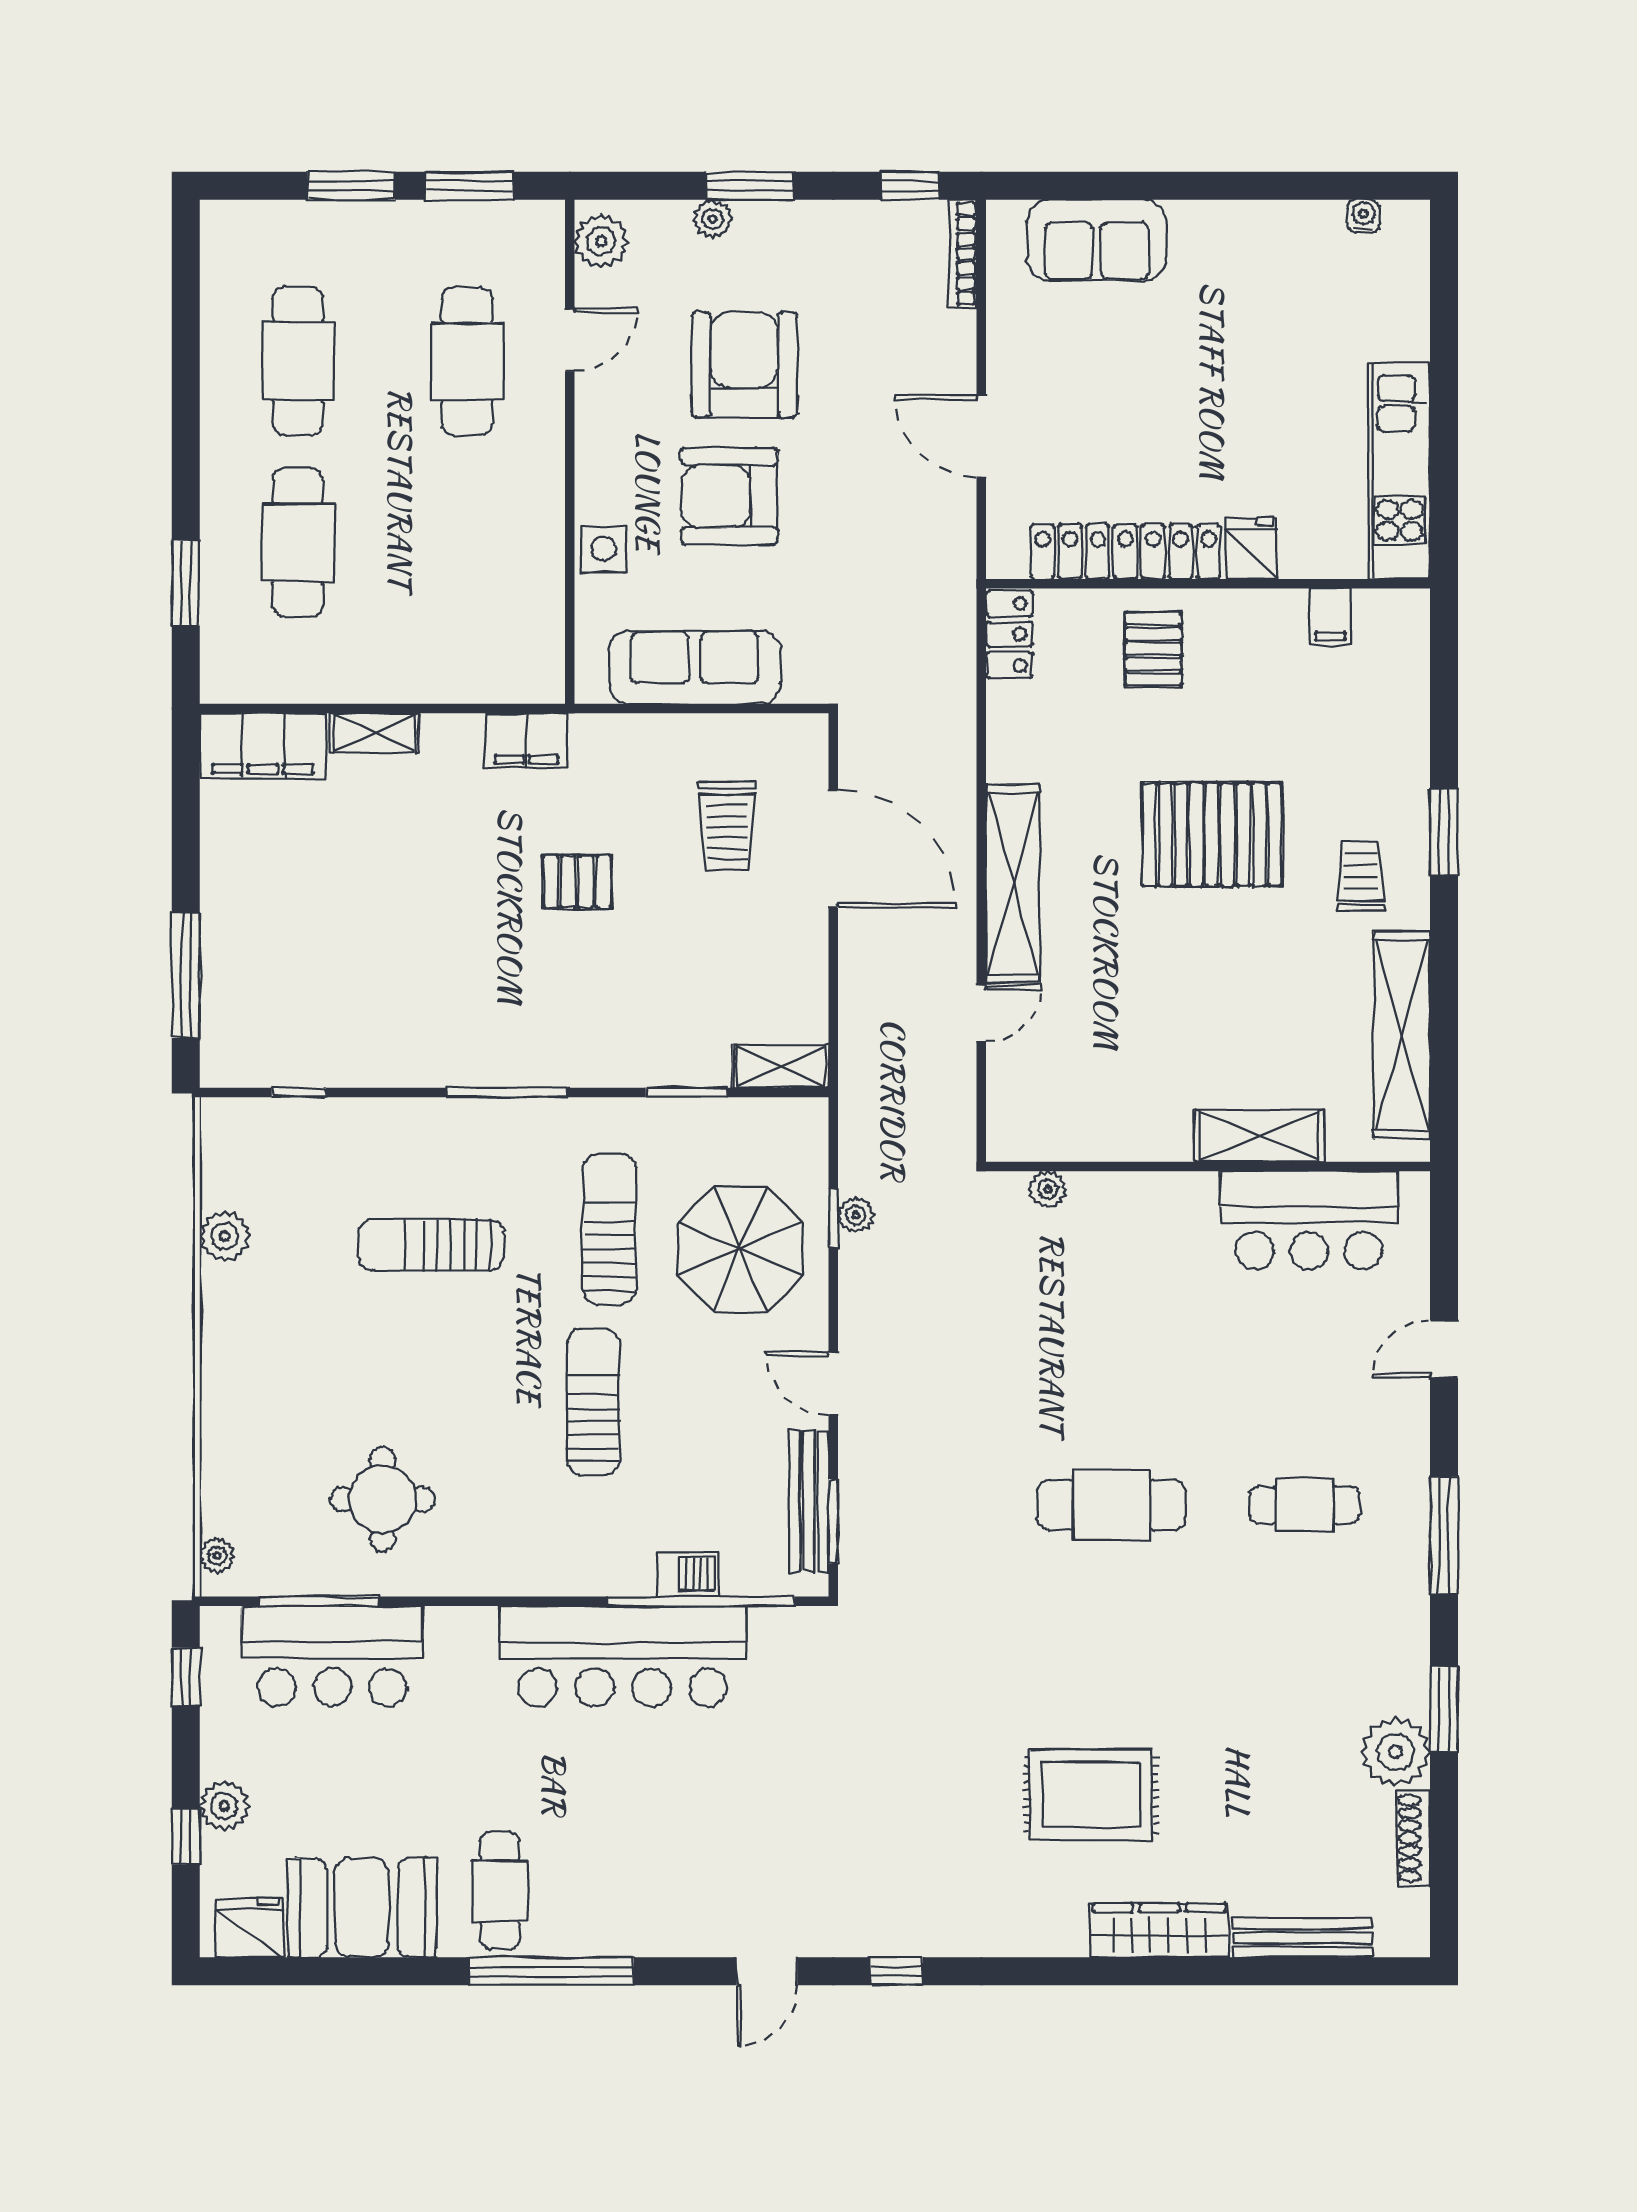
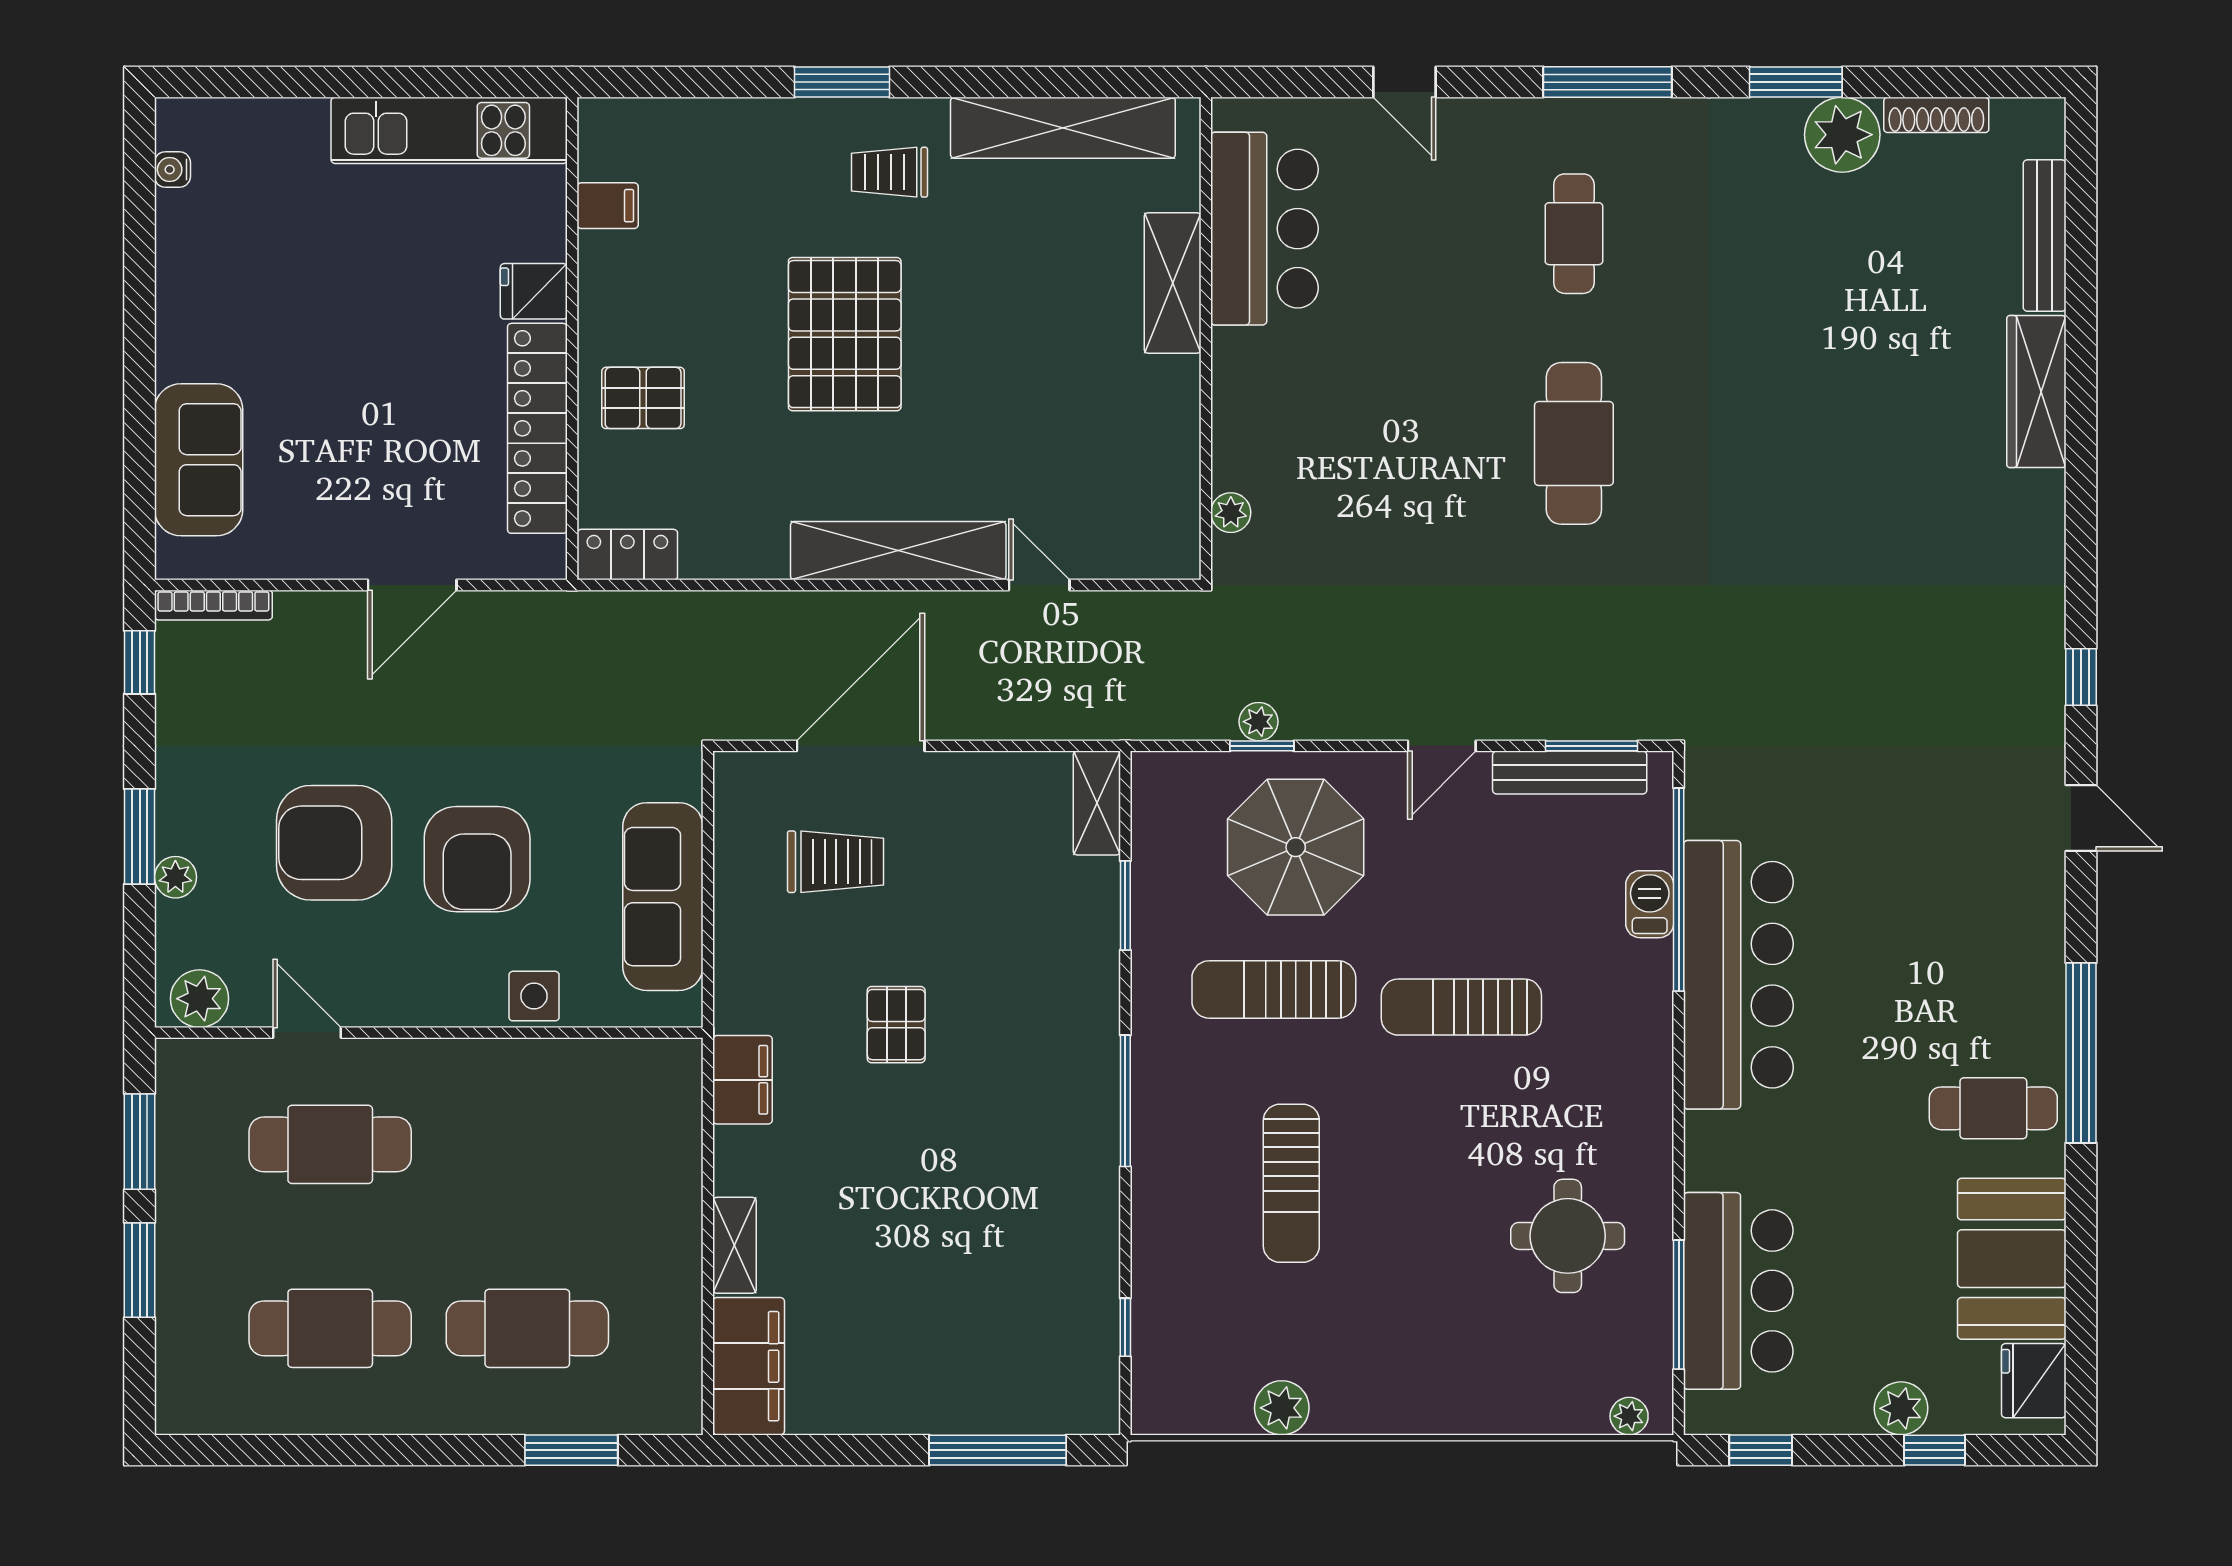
rug: (1091, 1795) -> (1889, 466), removed

